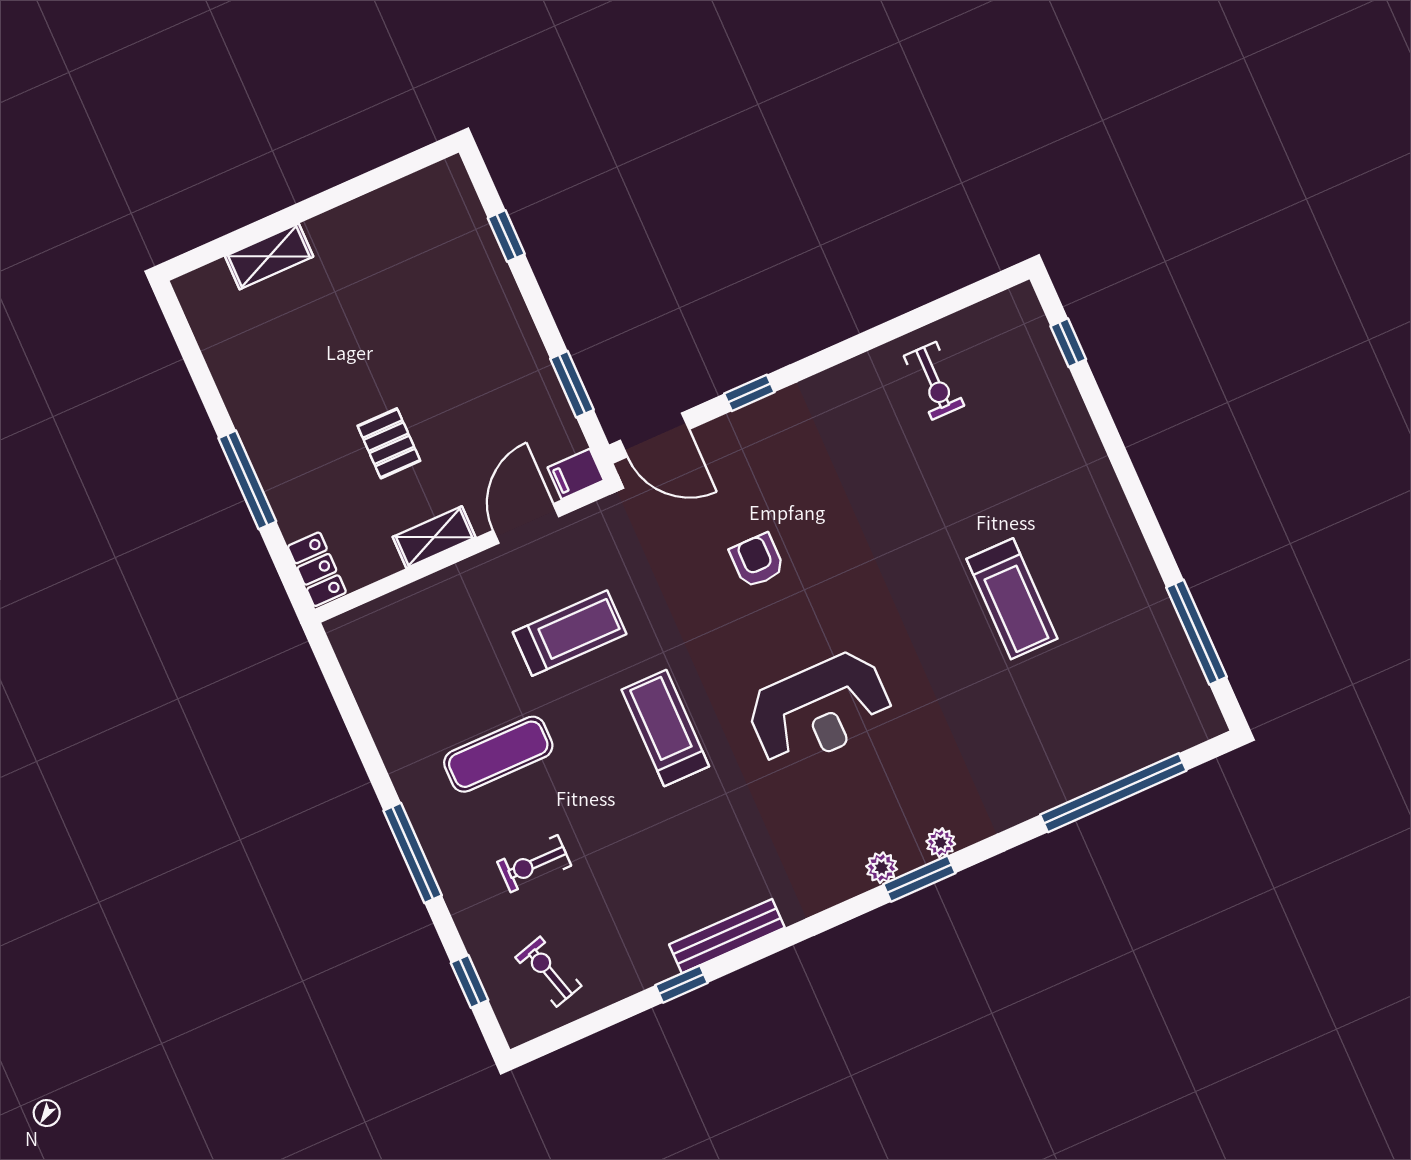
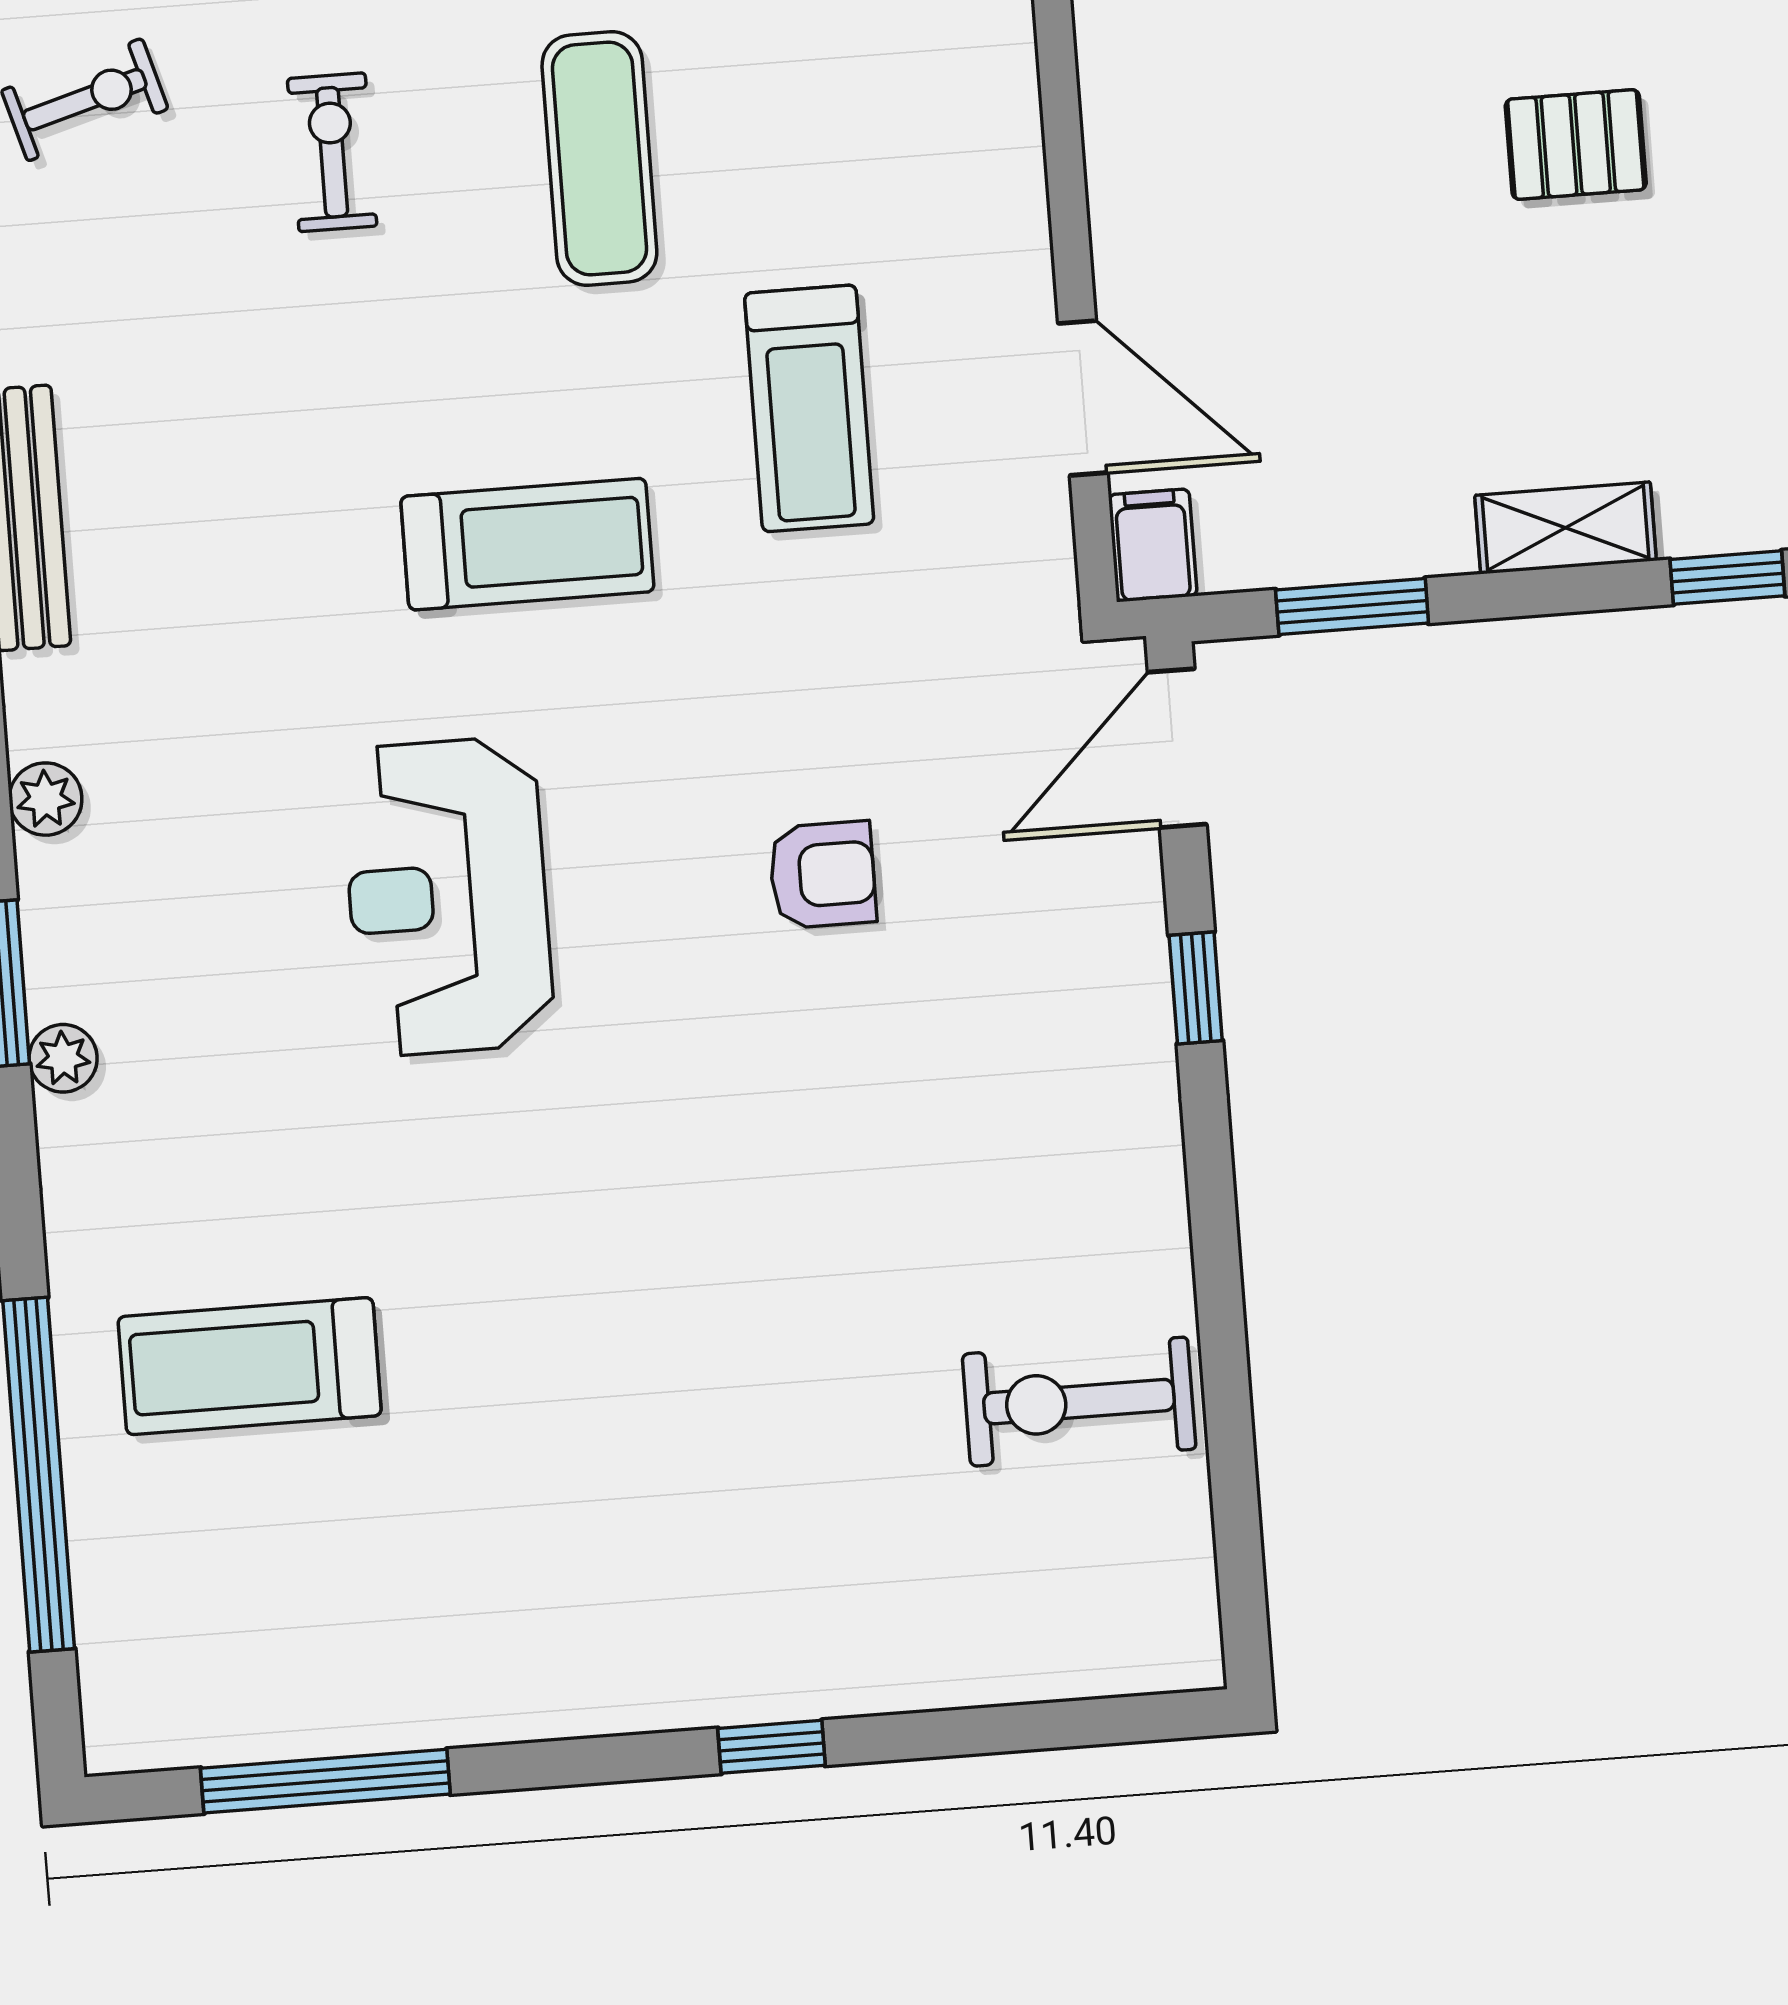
window: (1068, 343) -> (771, 1747), moved
exercise bike: (934, 381) -> (1079, 1402), width x1.38, depth x1.39
pallet: (389, 443) -> (1576, 144), moved
shelving: (434, 537) -> (1566, 528), moved, turned 90
treadmill: (1012, 599) -> (250, 1366), moved
plant: (882, 868) -> (46, 799), moved

